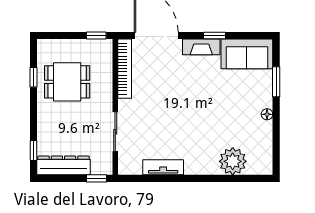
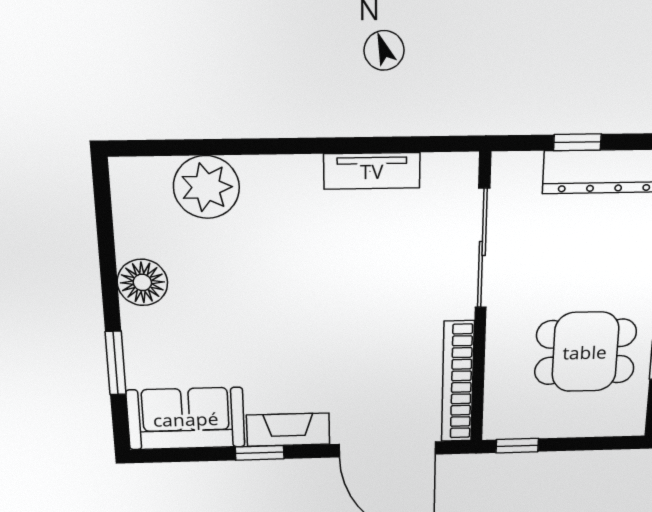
floor lamp: (267, 114) -> (142, 282), width x1.89, depth x1.89
sliding door: (115, 132) -> (482, 249), width x1.37
window: (96, 178) -> (577, 142), moved

